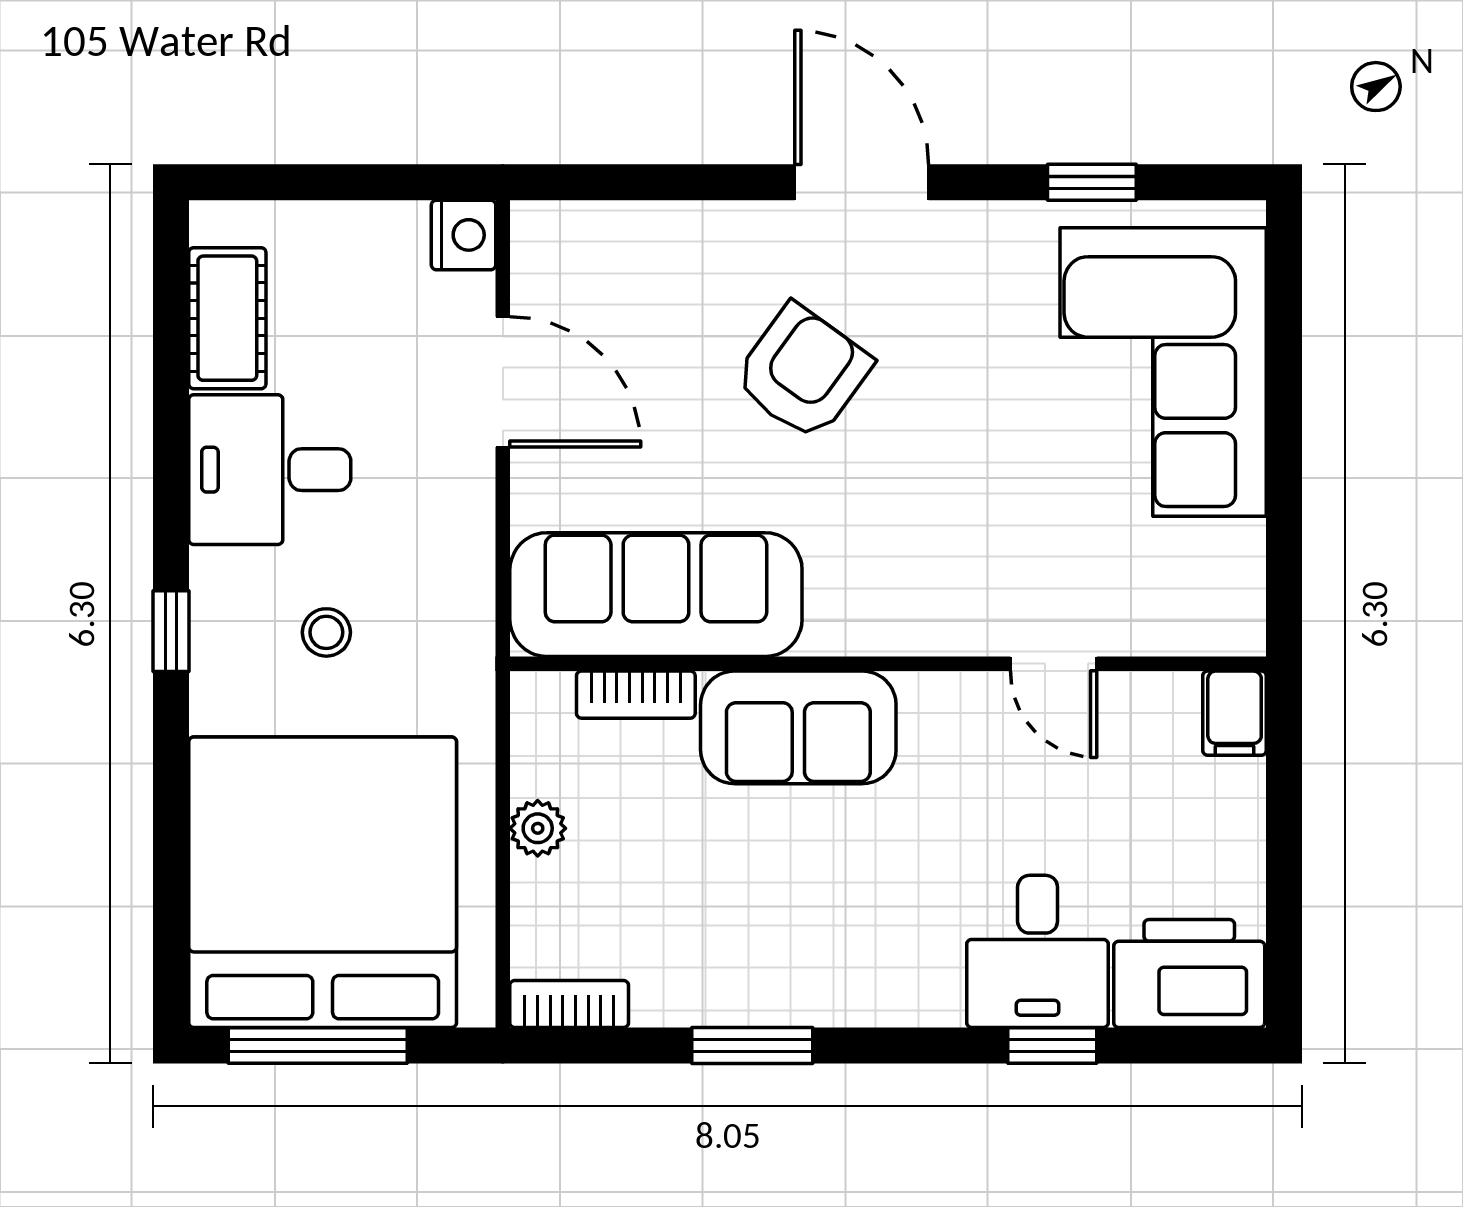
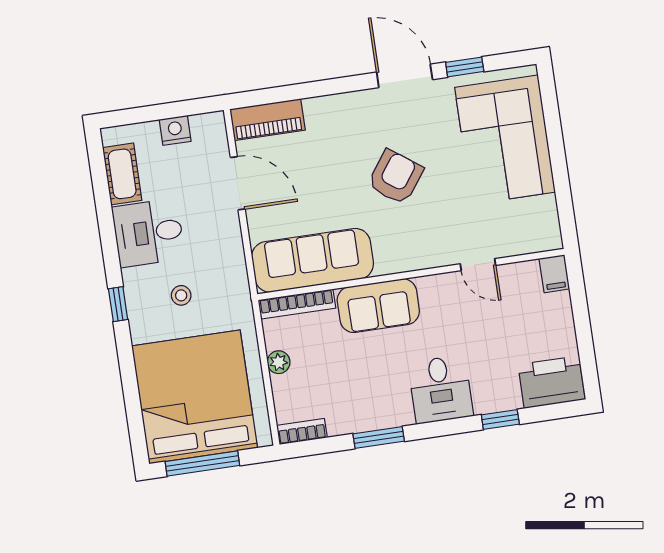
door: (862, 182) -> (405, 76), moved
nightstand: (464, 235) -> (175, 130), moved, turned -90
piano: (597, 239) -> (267, 120), added
armchair: (803, 372) -> (395, 177), moved
bookcase: (636, 695) -> (297, 304), width x1.56
desk: (1038, 951) -> (441, 389), moved

